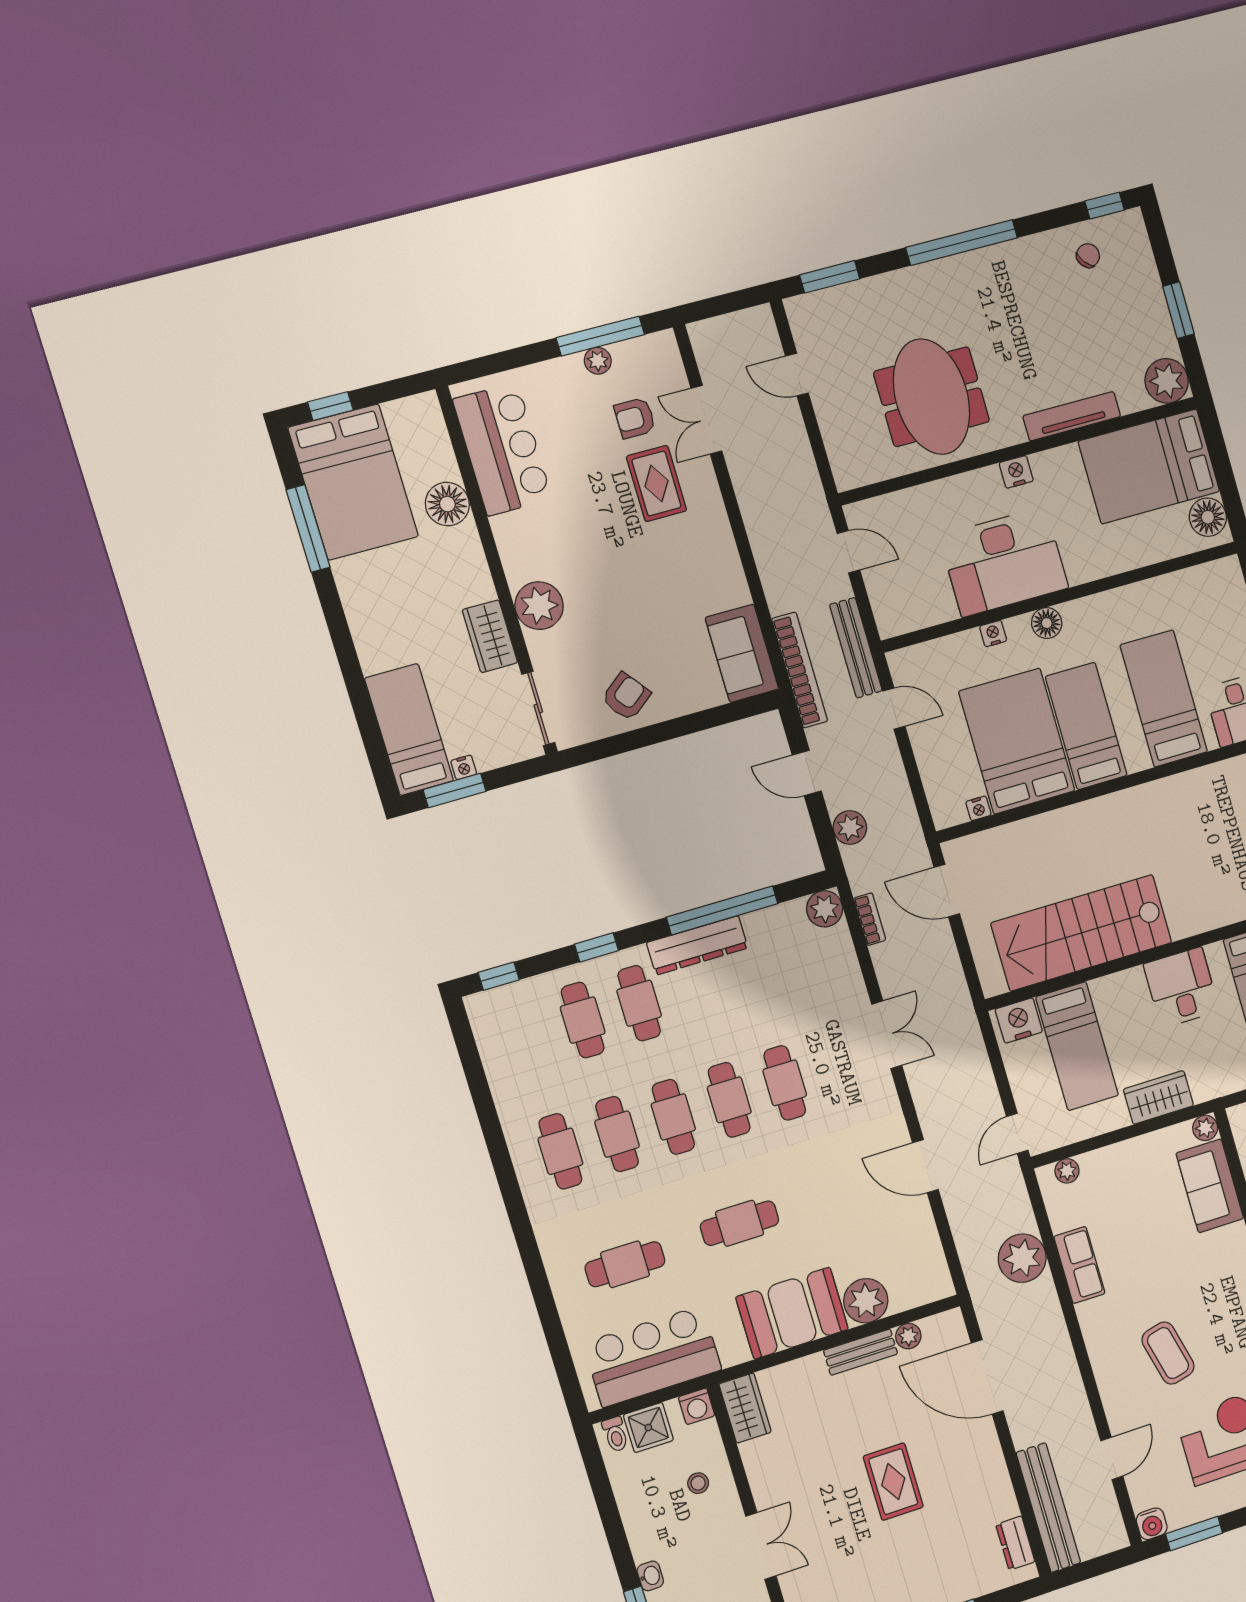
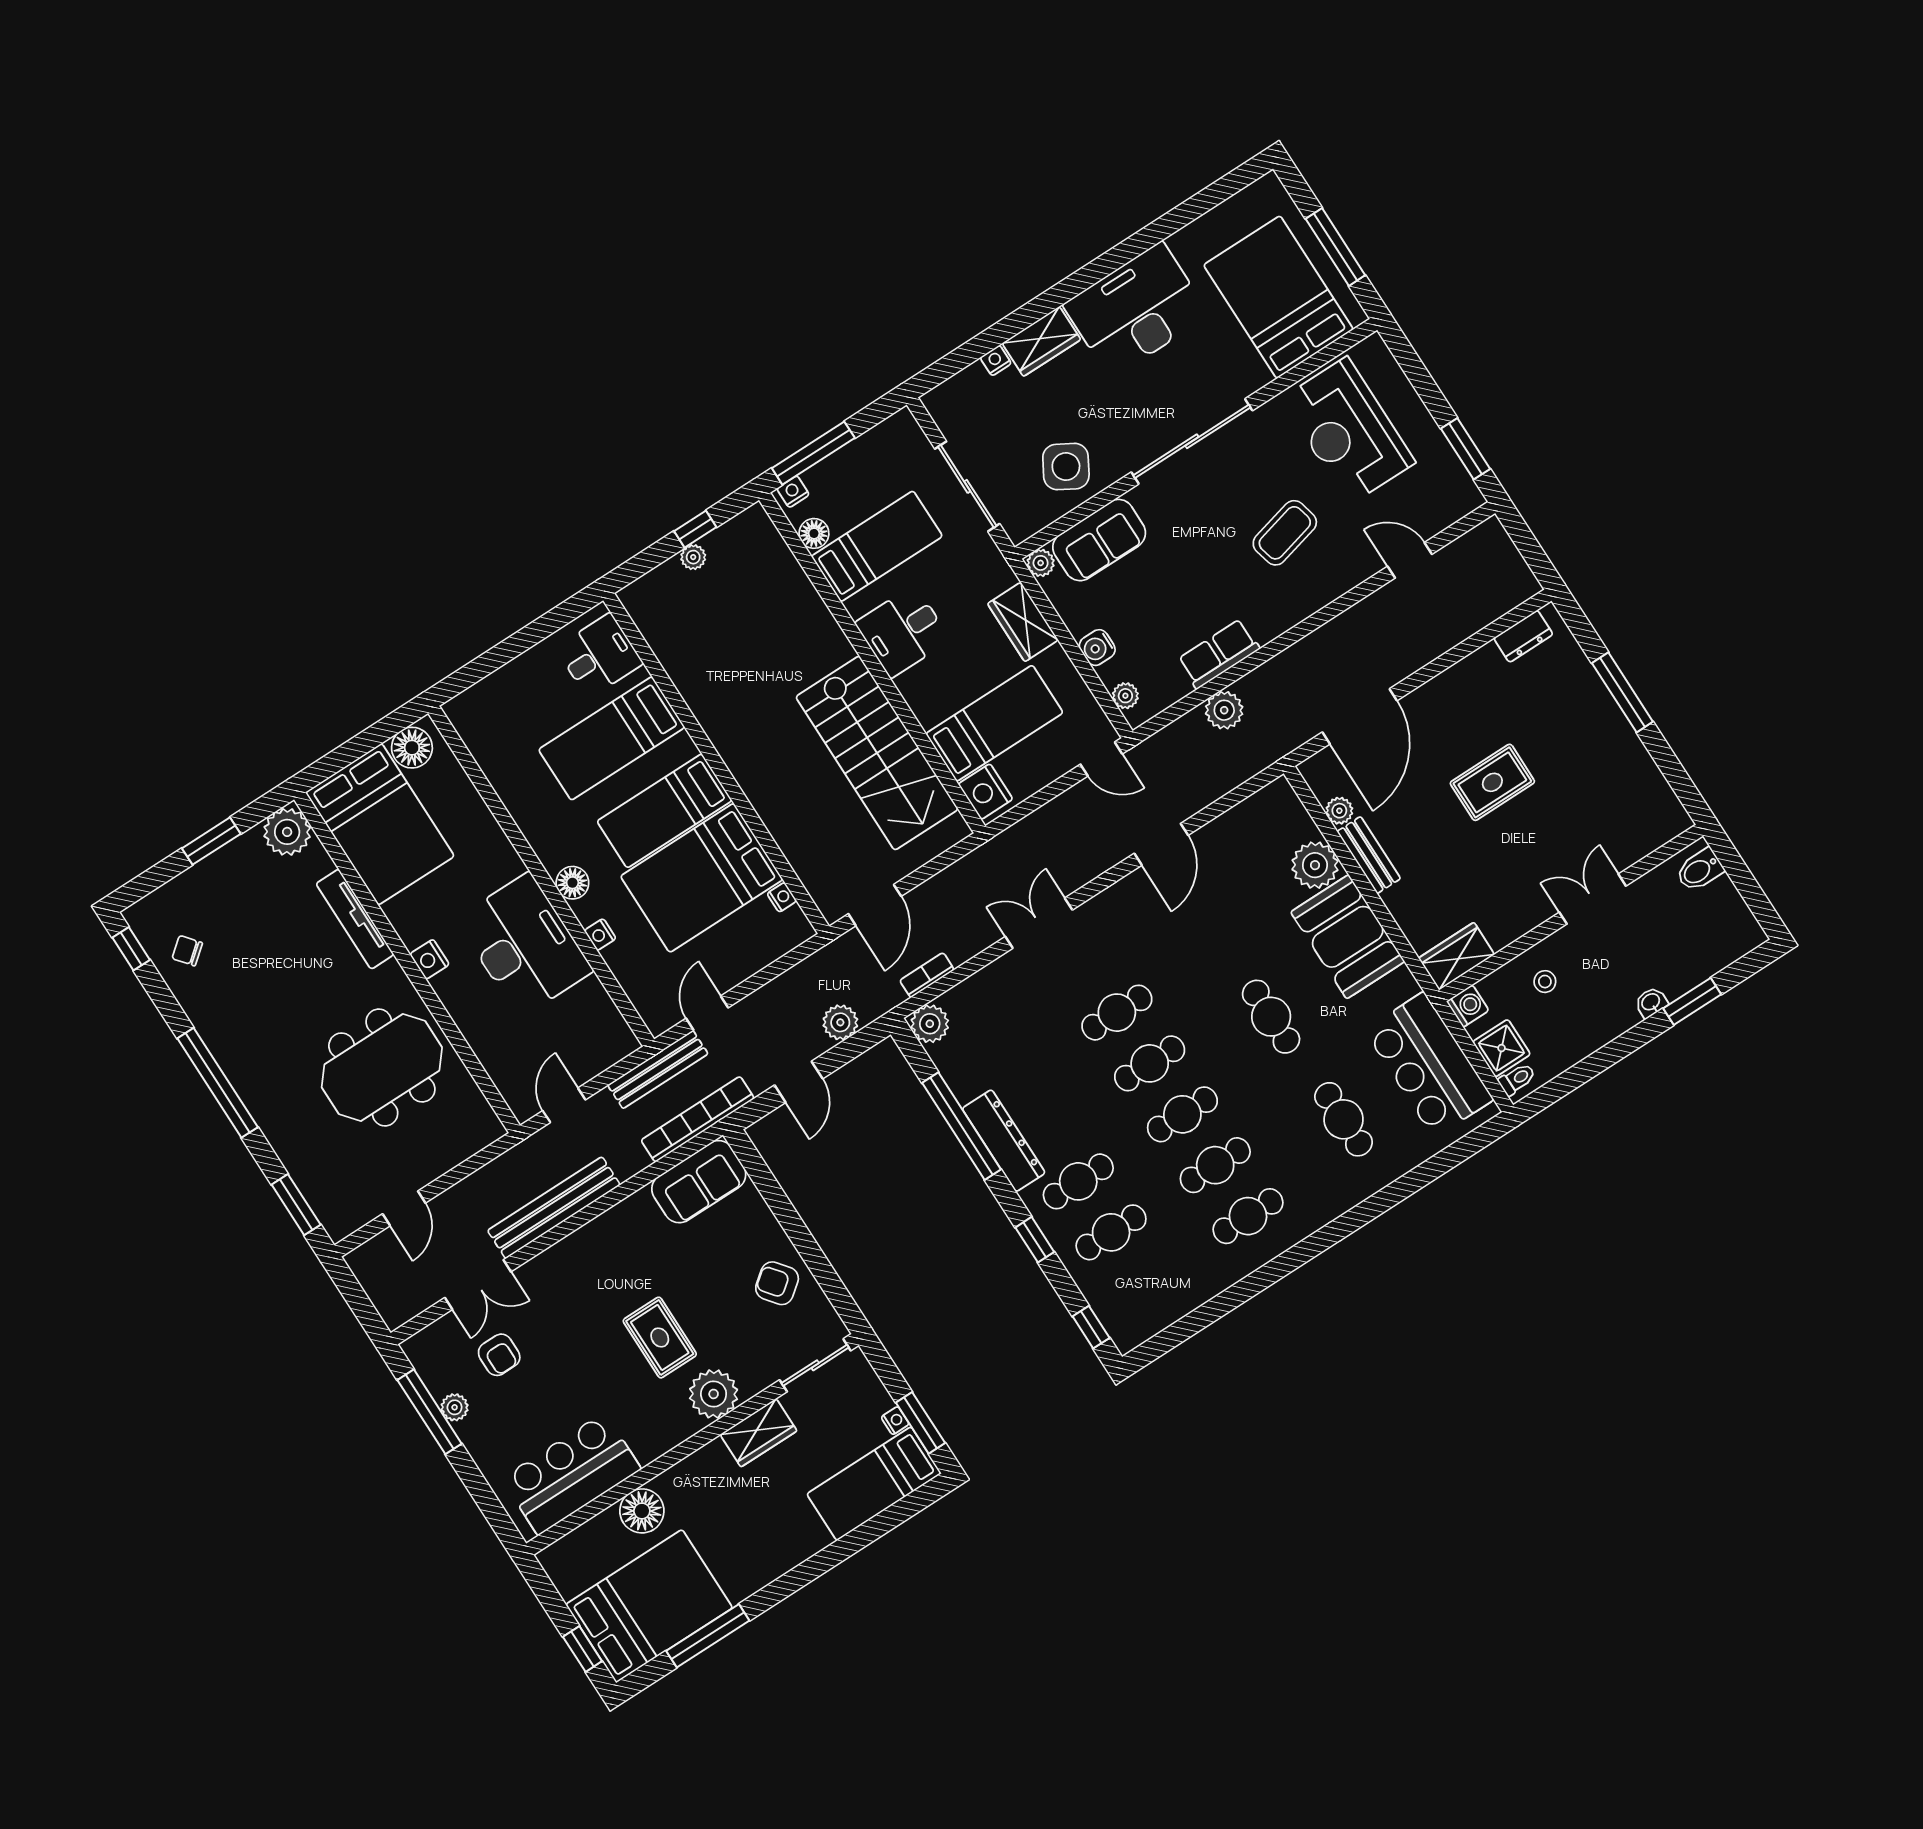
rug: (656, 483) -> (660, 1338), moved, turned 90
plant: (1022, 1258) -> (1224, 710), width x0.73, depth x0.73
bench: (1048, 1508) -> (554, 1208), moved
water cooler: (1152, 1524) -> (1097, 648), moved, turned 180

